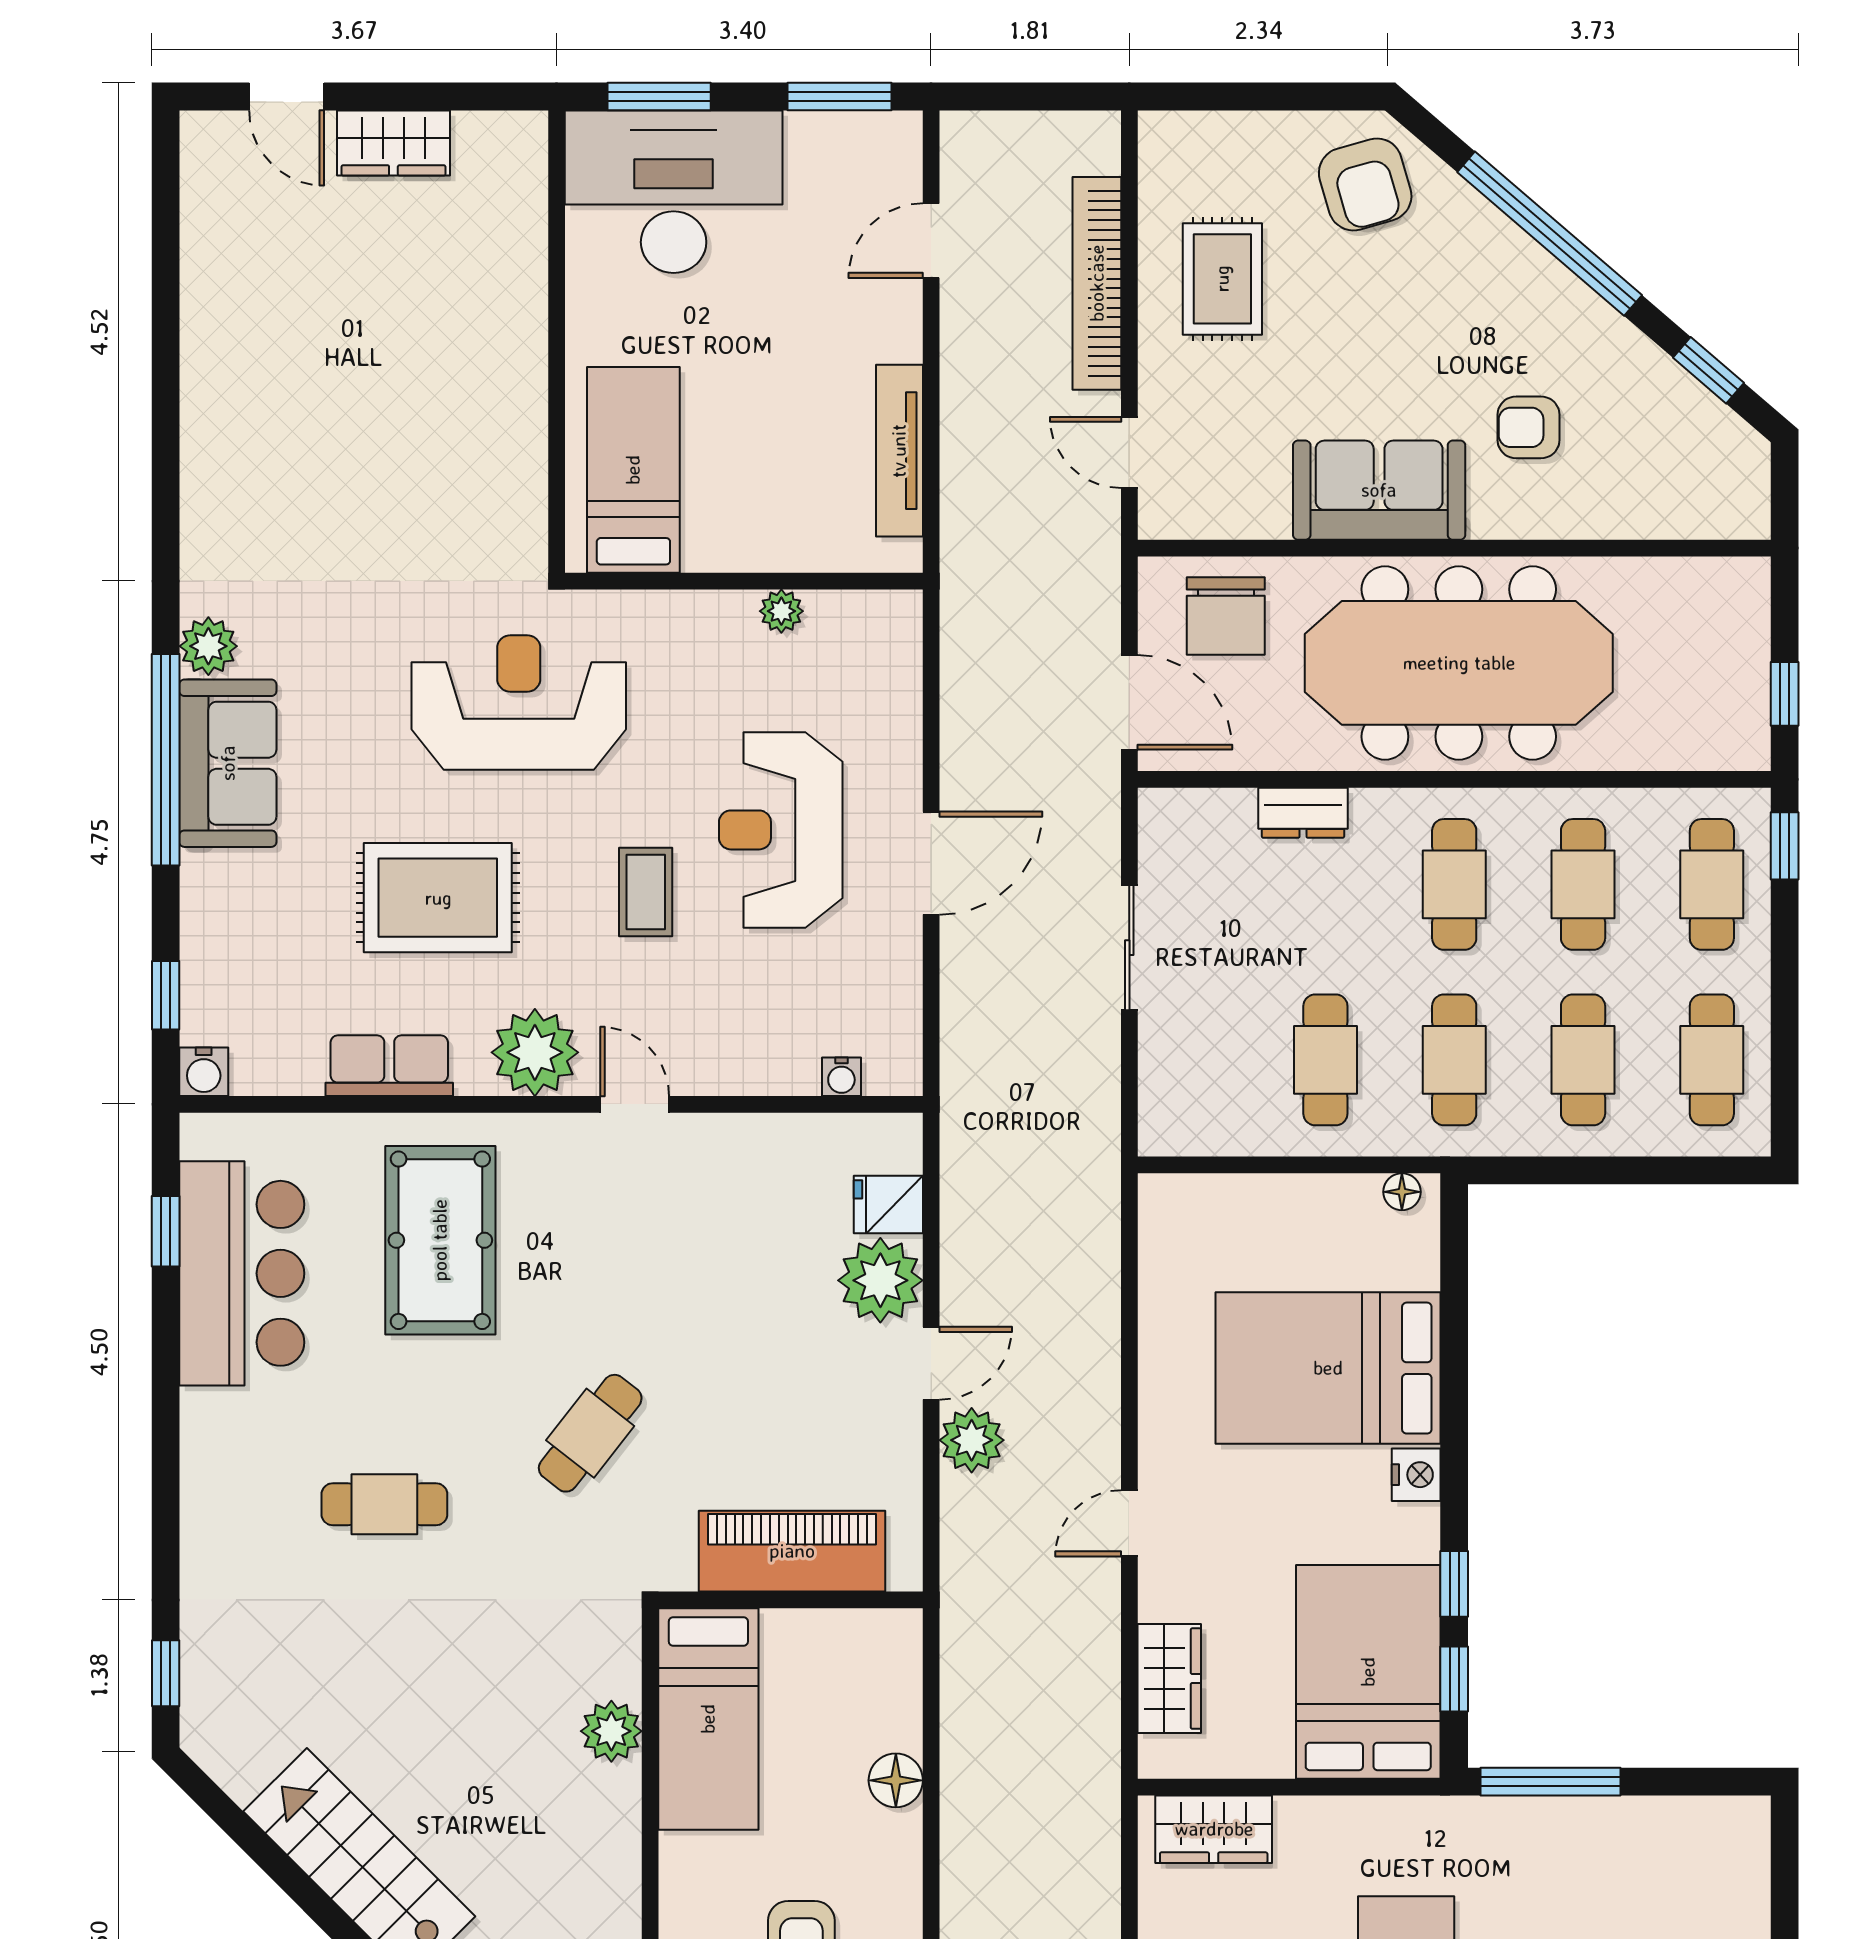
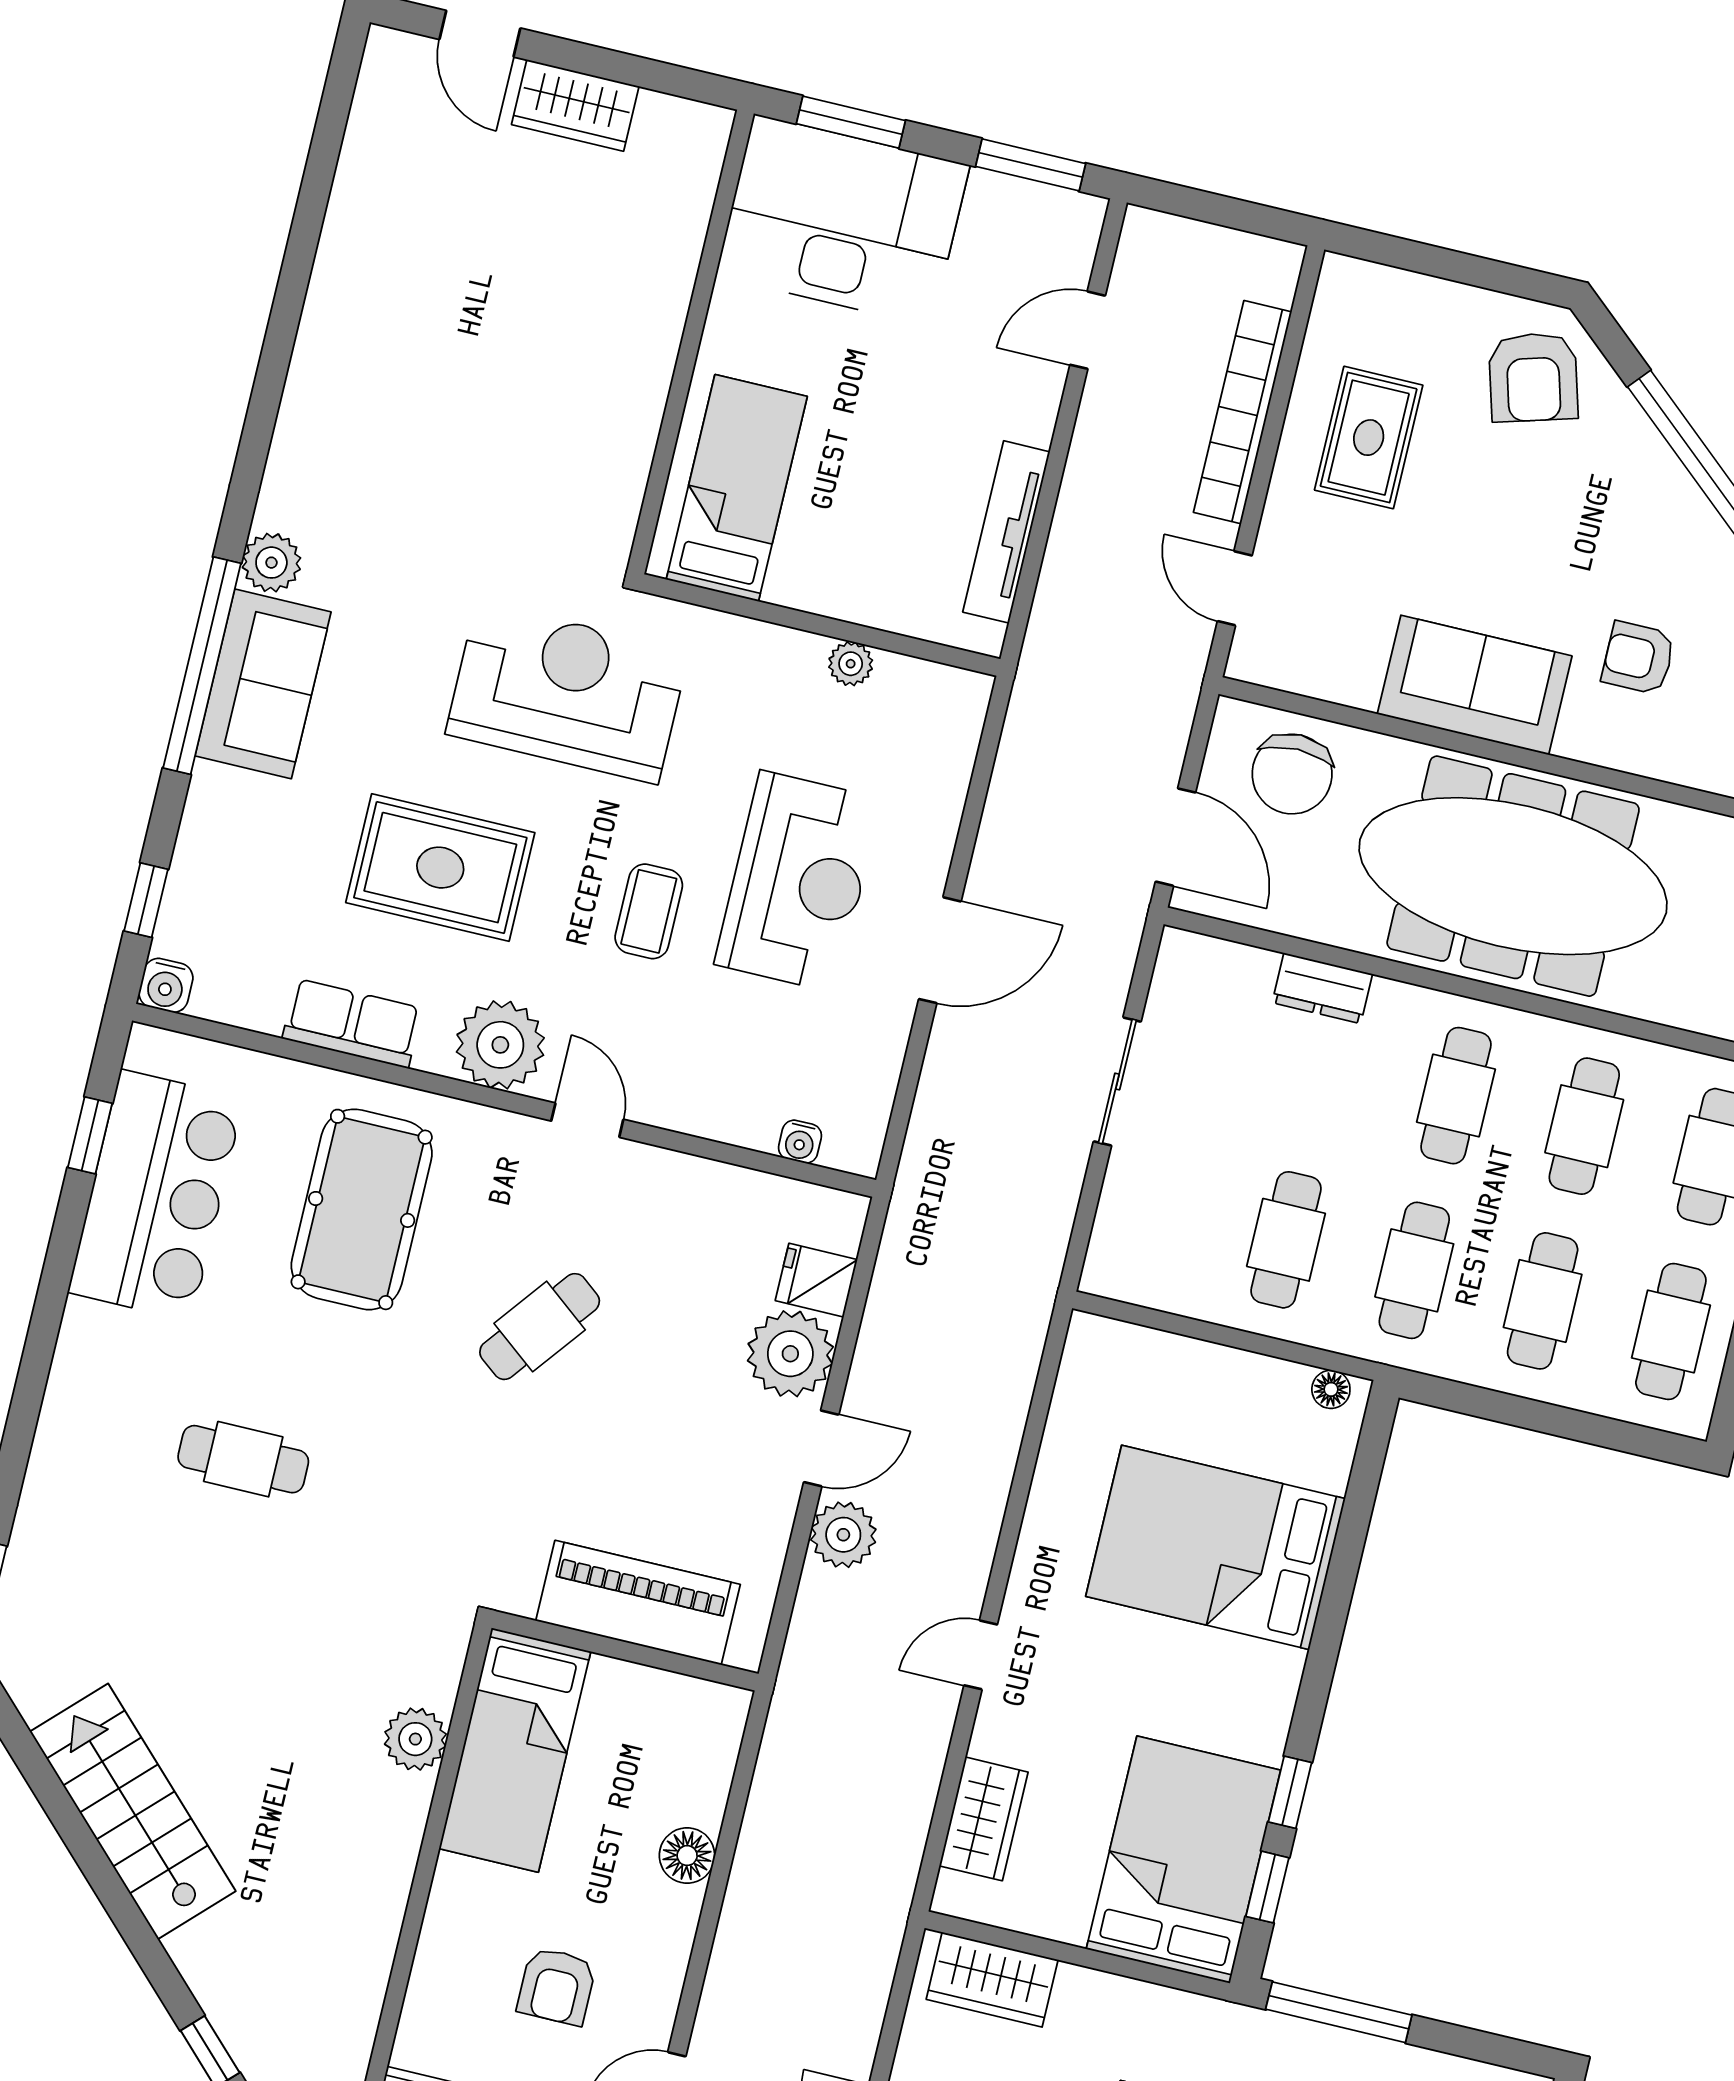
reception desk: (781, 830) -> (798, 882), turned 180
cafe table: (590, 1433) -> (540, 1327), moved
nightstand: (1416, 1475) -> (1278, 1675), removed

